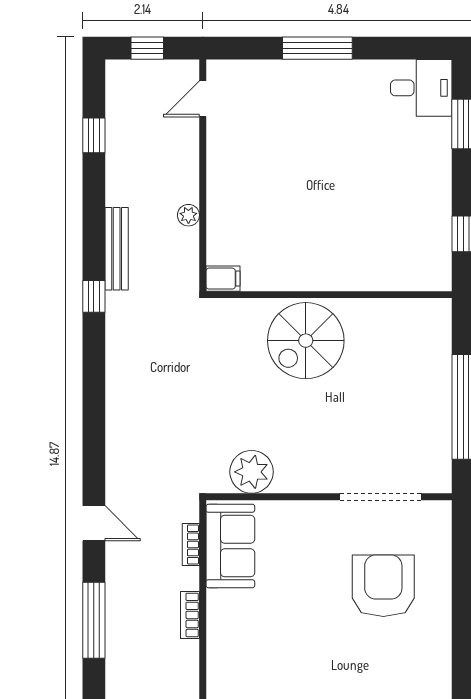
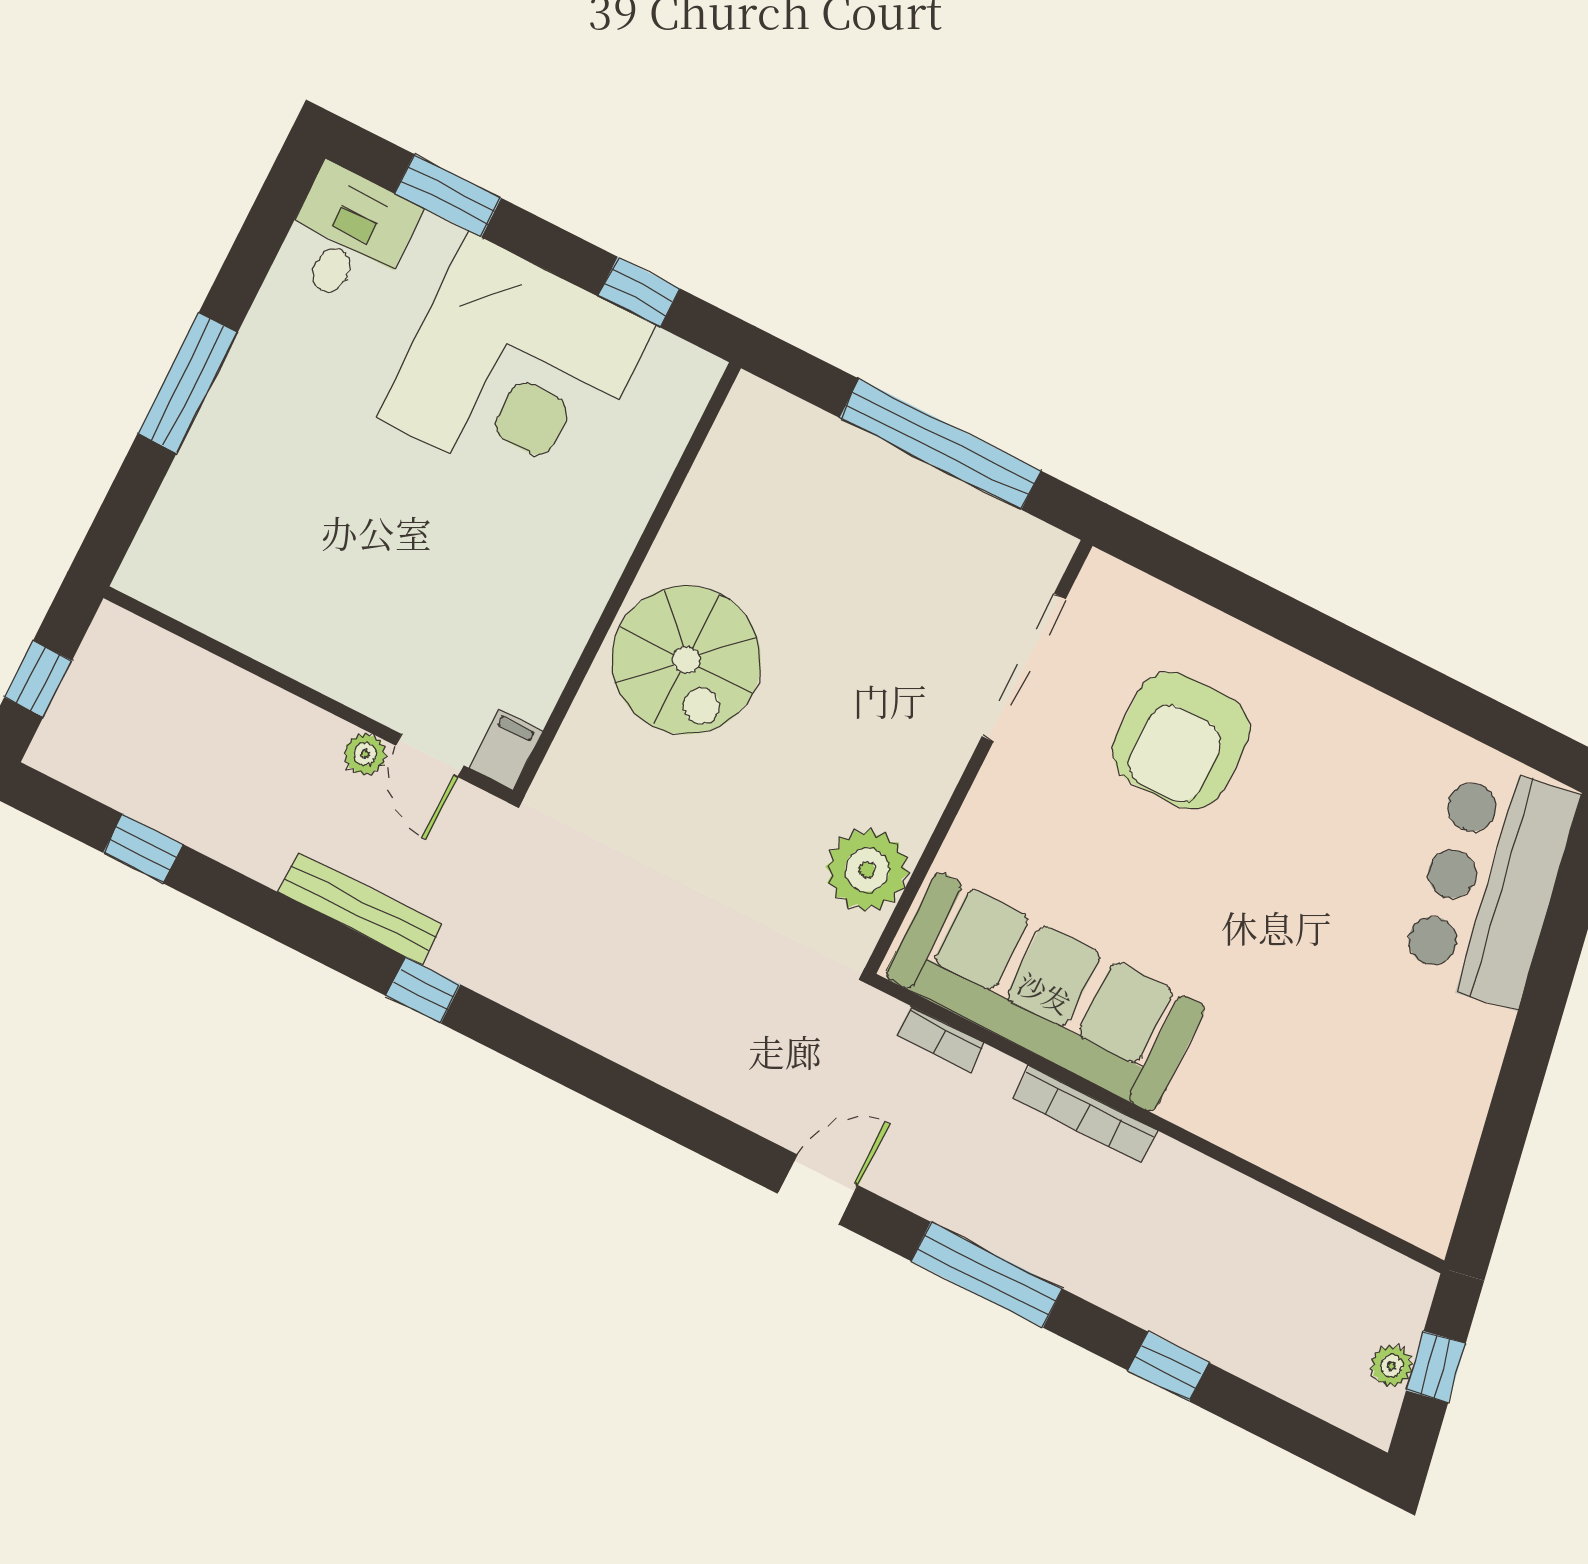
door: (203, 99) -> (430, 755), moved
corner desk: (398, 196) -> (516, 371), added
sofa: (230, 546) -> (1045, 992), width x1.85, depth x1.27
armchair: (383, 586) -> (1181, 741), turned -90
bookcase: (190, 615) -> (1085, 1115), width x1.56

